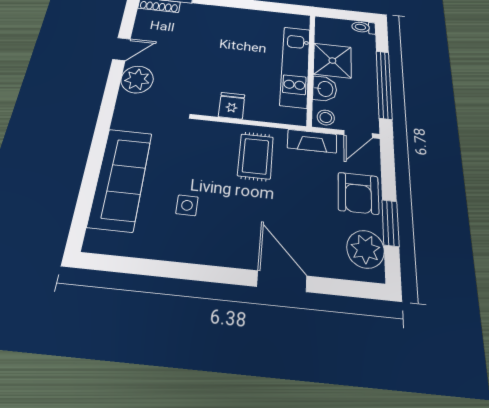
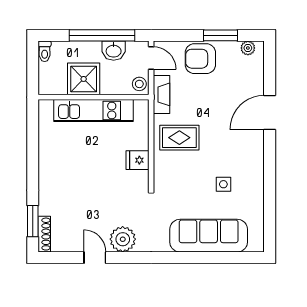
washbasin: (325, 89) -> (114, 51), moved, turned 180
armchair: (358, 193) -> (200, 59), turned 180
plant: (365, 249) -> (248, 48), width x0.53, depth x0.53

